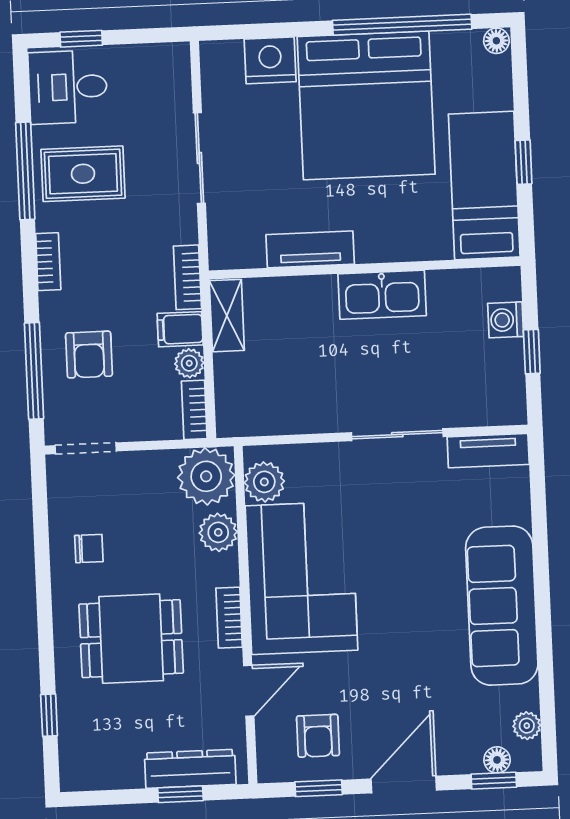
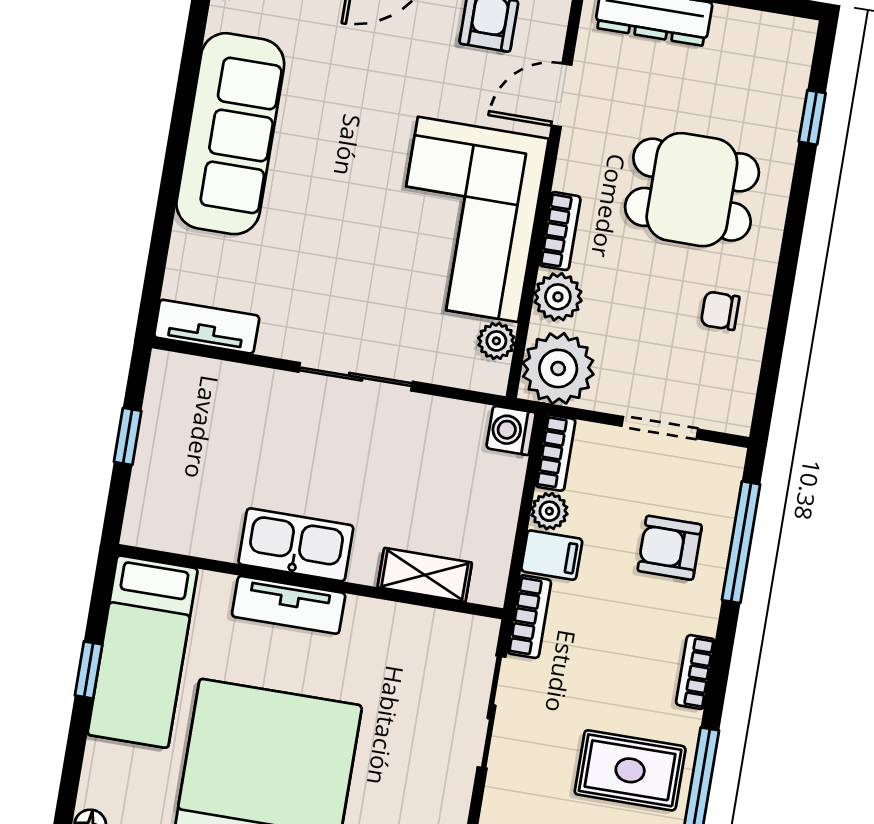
sliding door: (199, 158) -> (492, 712), moved
tv unit: (310, 249) -> (289, 605), moved
shelving: (227, 316) -> (425, 575), moved, turned 90
washing machine: (506, 320) -> (511, 430), moved, turned 180
armchair: (89, 355) -> (670, 548), turned -90
sliding door: (397, 435) -> (356, 377), moved
doorway: (86, 448) -> (660, 428), moved
plant: (264, 482) -> (496, 341), width x0.73, depth x0.73
bookcase: (229, 618) -> (560, 231), moved

